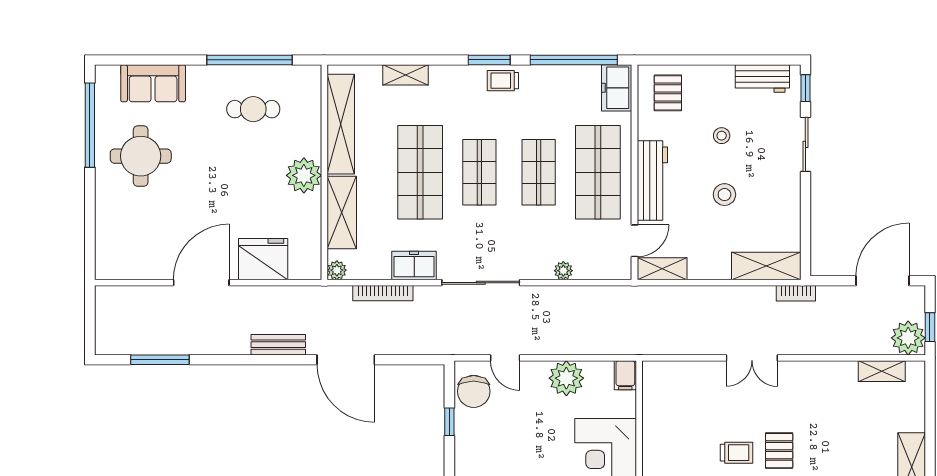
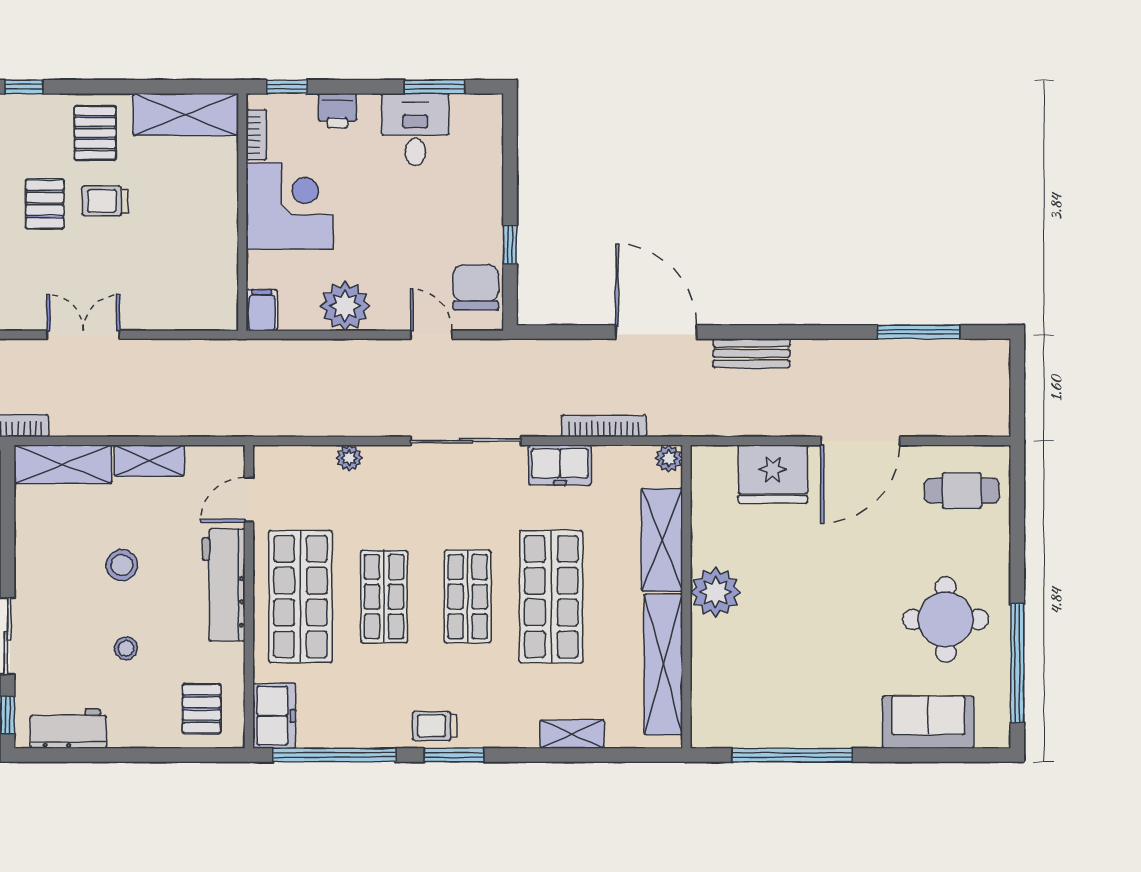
trolley: (503, 81) -> (435, 726), turned 180
cafe table: (253, 109) -> (962, 491), moved
shelving: (662, 269) -> (149, 461), moved

